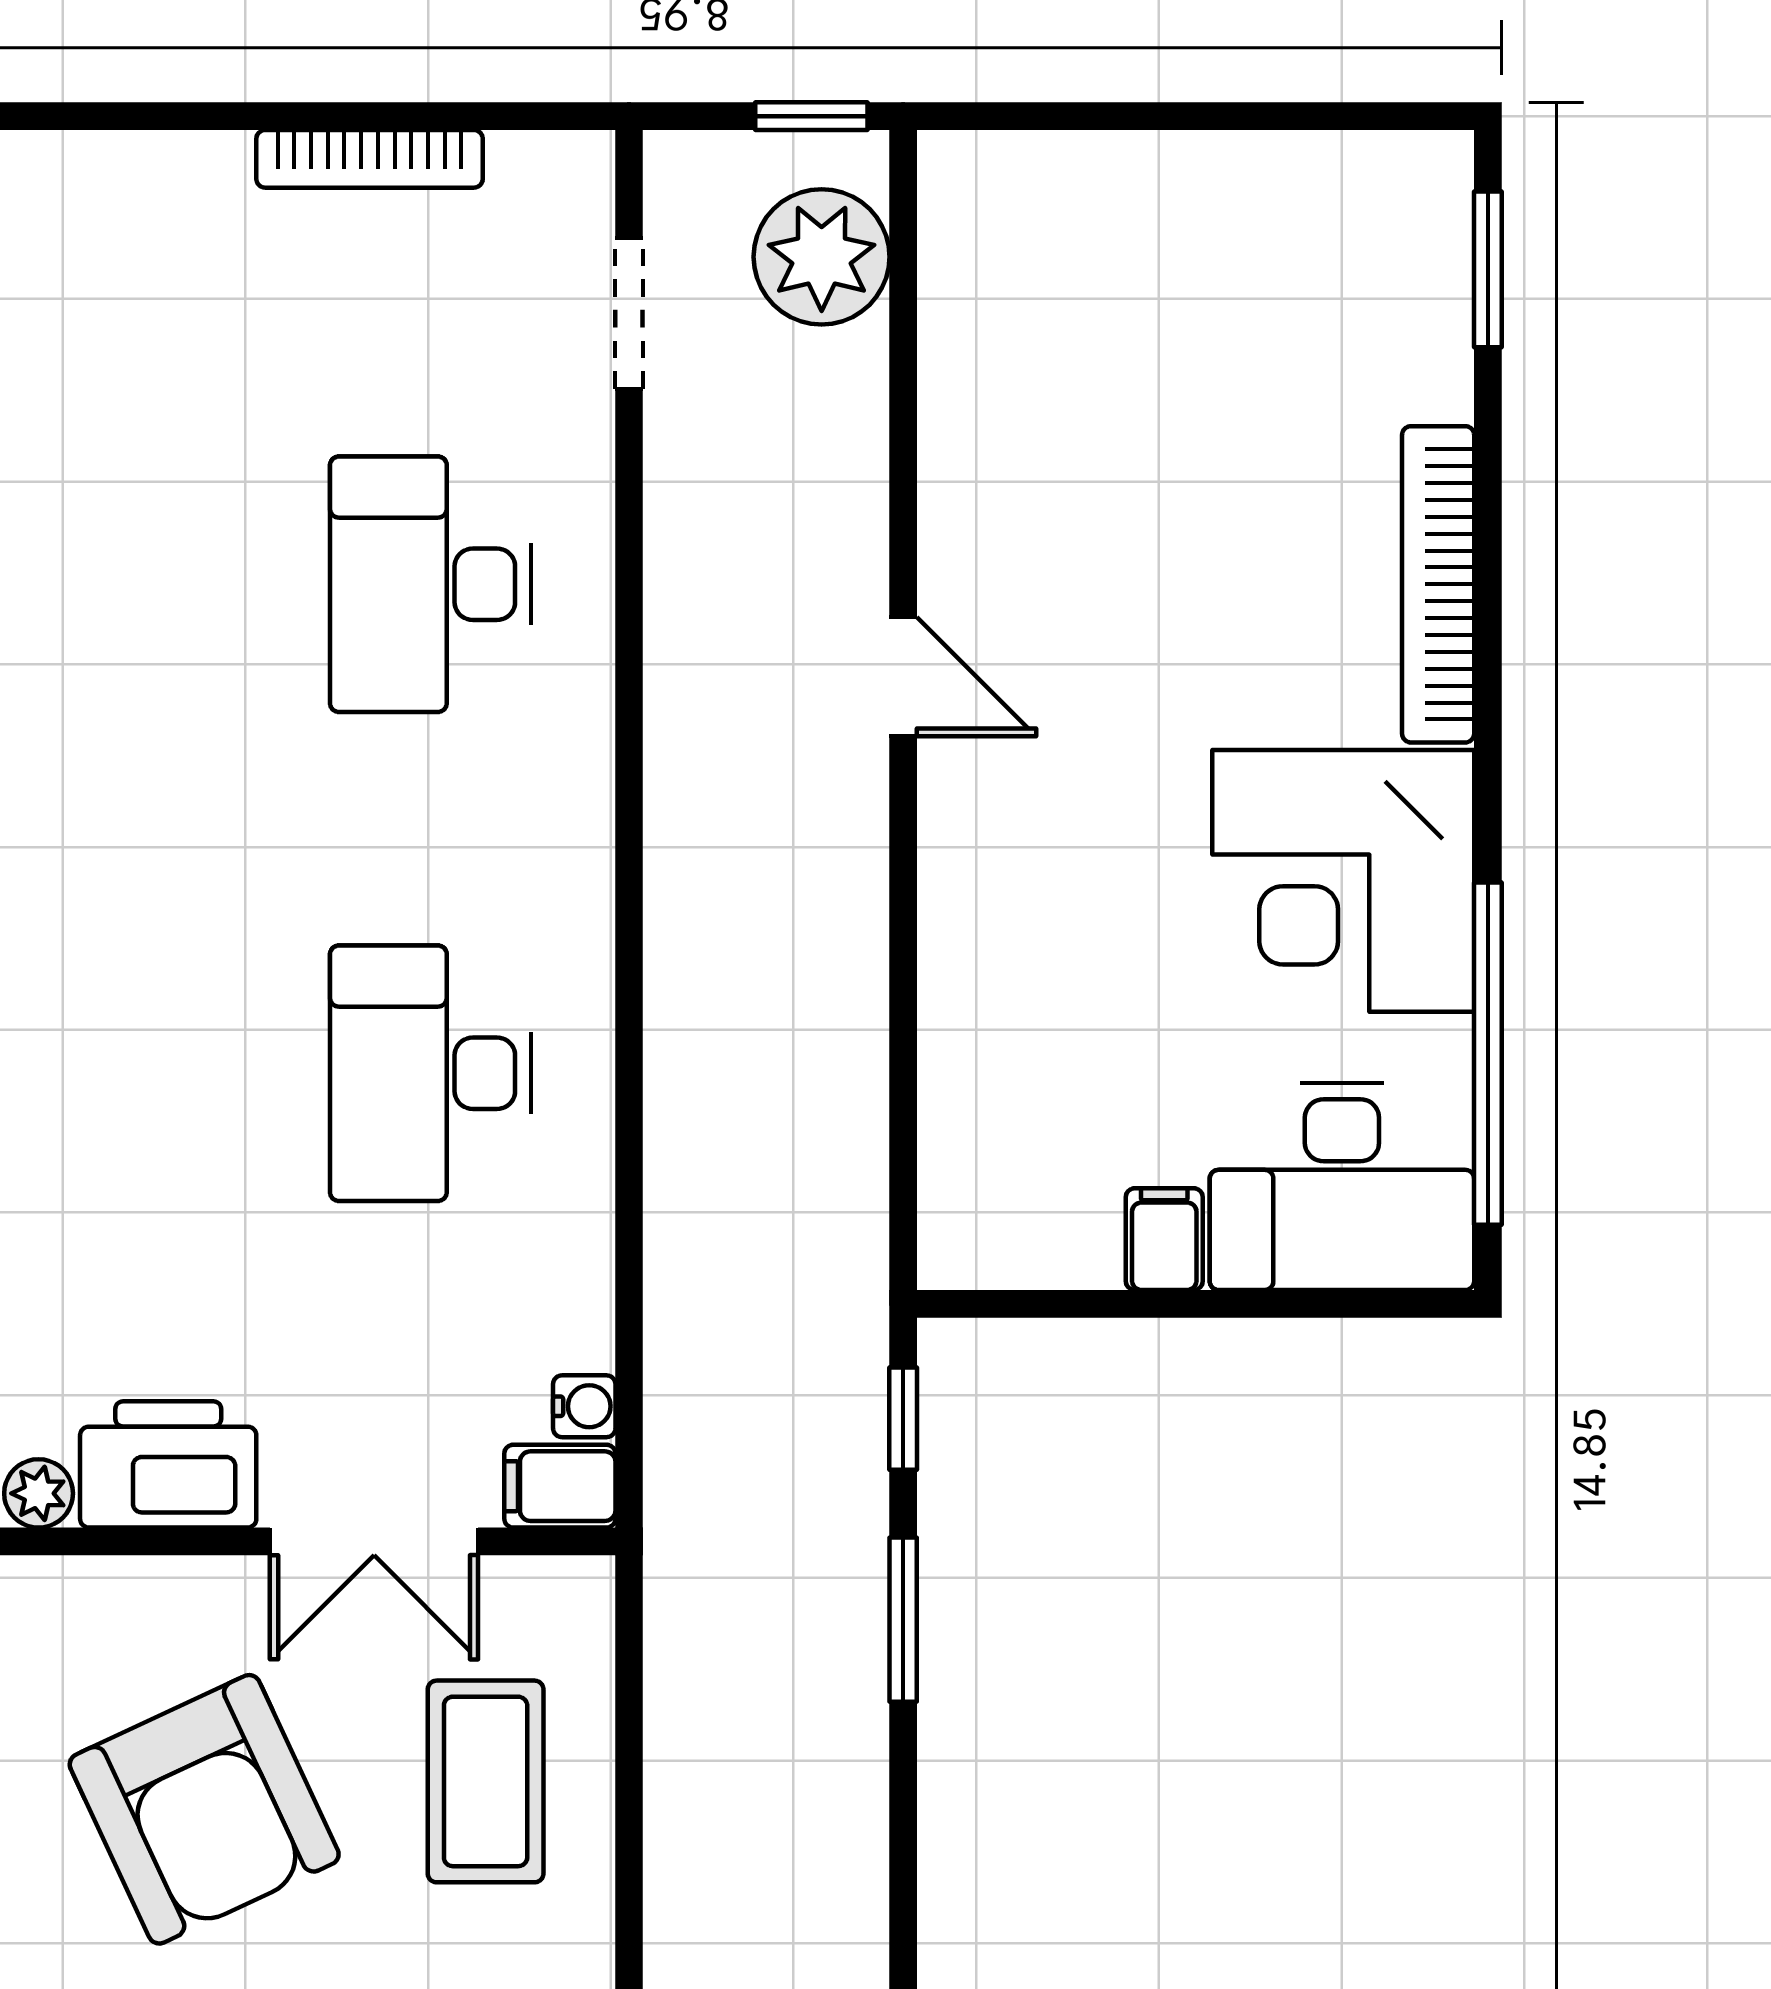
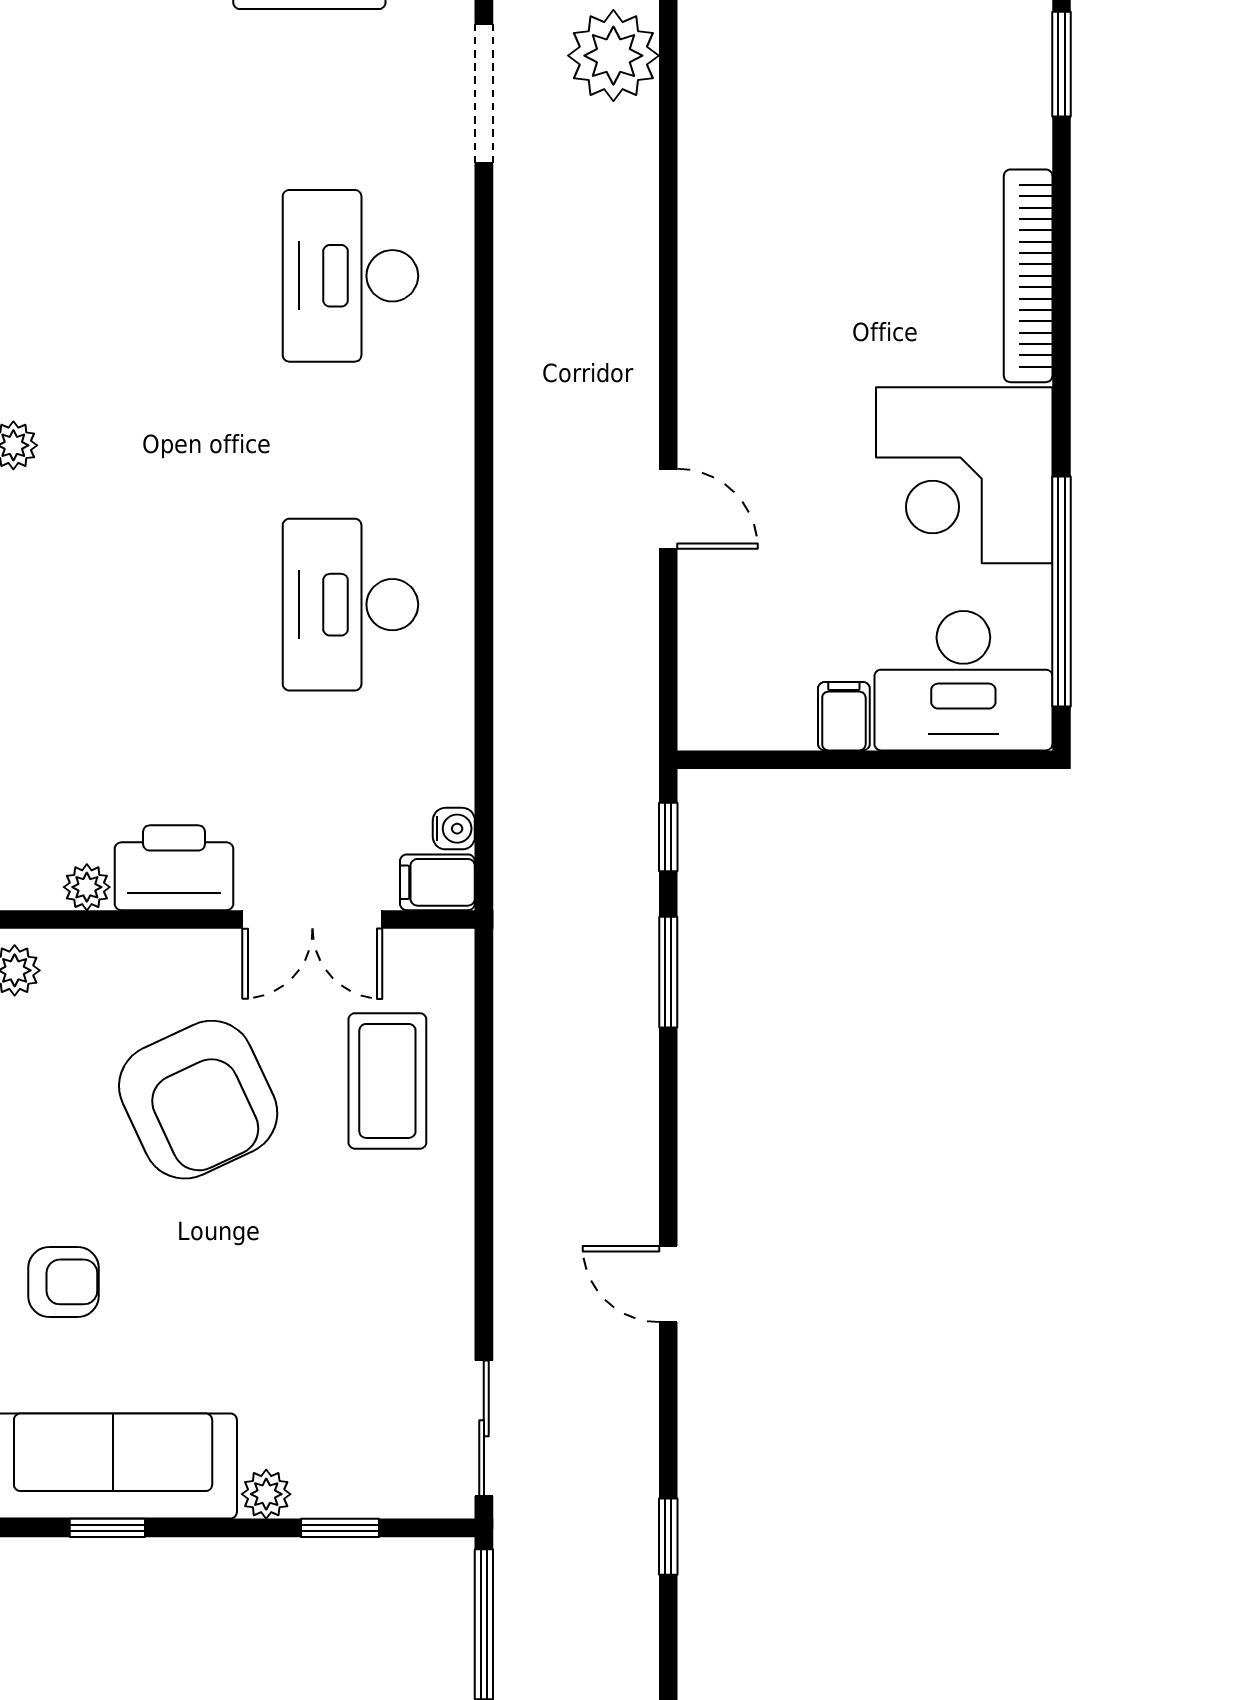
doorway: (629, 313) -> (484, 94), width x1.38
door: (903, 677) -> (668, 509), moved

